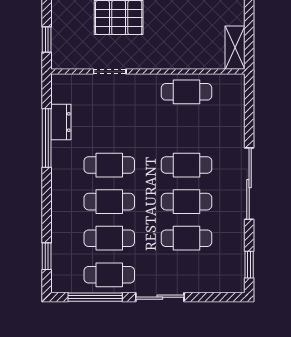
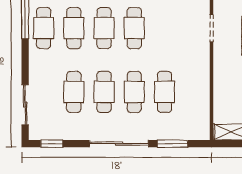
cafe table: (186, 92) -> (165, 92), moved
window: (249, 119) -> (172, 144), added
sliding door: (160, 297) -> (25, 105), moved

